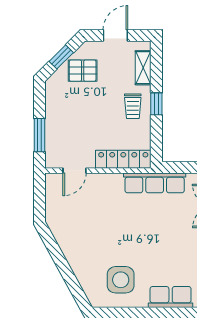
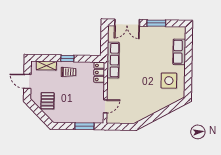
window: (61, 57) -> (39, 113), removed
locker: (123, 159) -> (99, 72), width x0.66
door: (75, 171) -> (105, 106), hinge flipped

